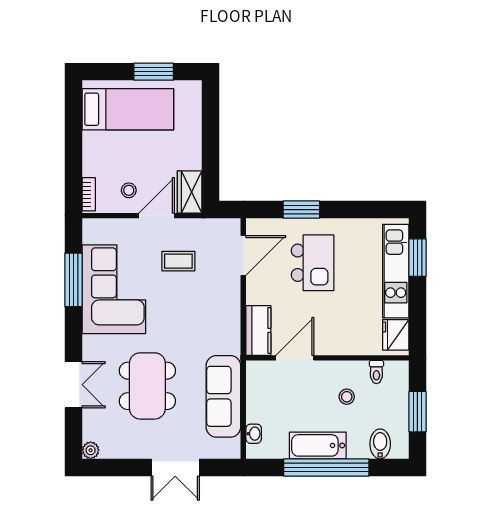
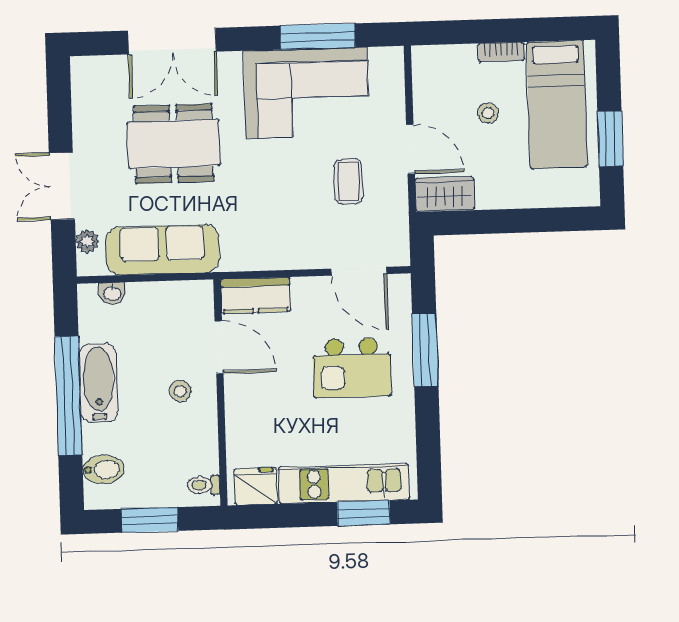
stool: (129, 190) -> (488, 113), moved
bookcase: (89, 194) -> (501, 52), moved
window: (301, 210) -> (425, 350), width x1.44
toilet: (376, 372) -> (204, 485), moved
double door: (73, 385) -> (172, 41), width x1.37
stool: (347, 397) -> (180, 391), moved
plant: (91, 450) -> (87, 241), moved

